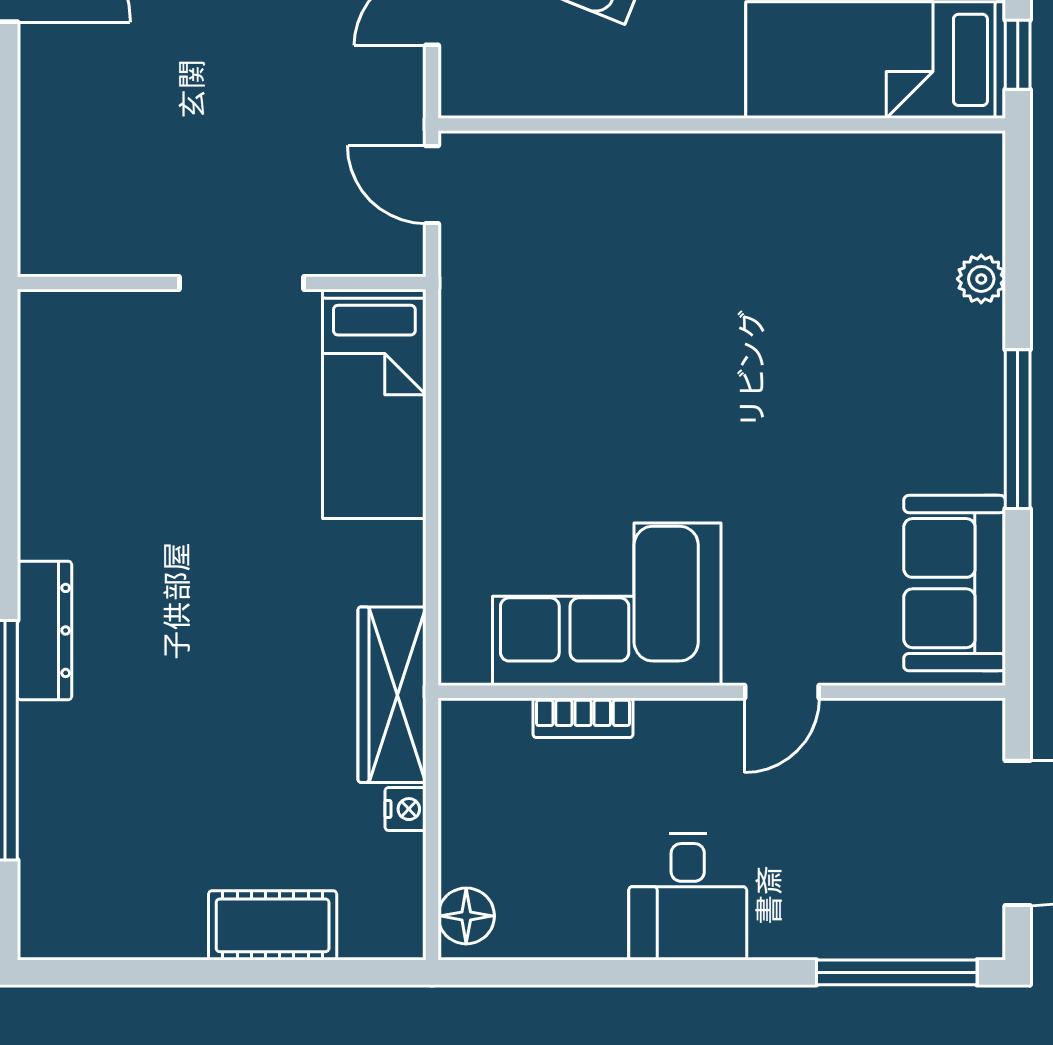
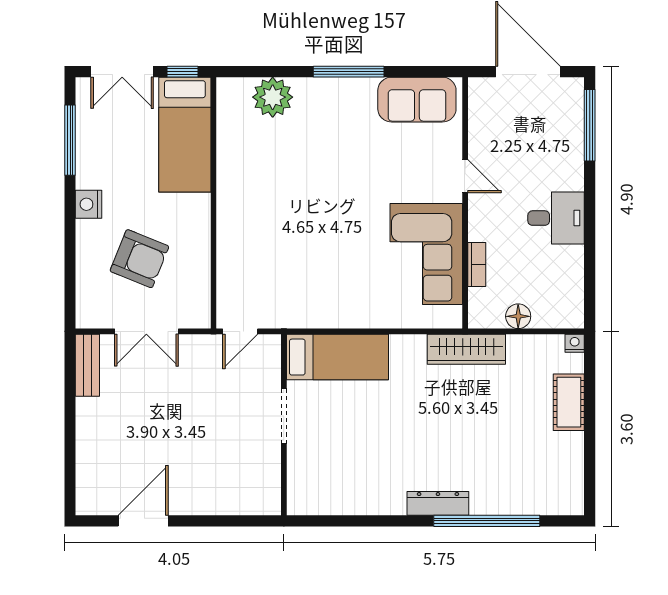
plant: (981, 279) -> (273, 97), width x1.88, depth x1.88
nightstand: (406, 809) -> (575, 343), moved
floor lamp: (466, 916) -> (518, 316), moved

